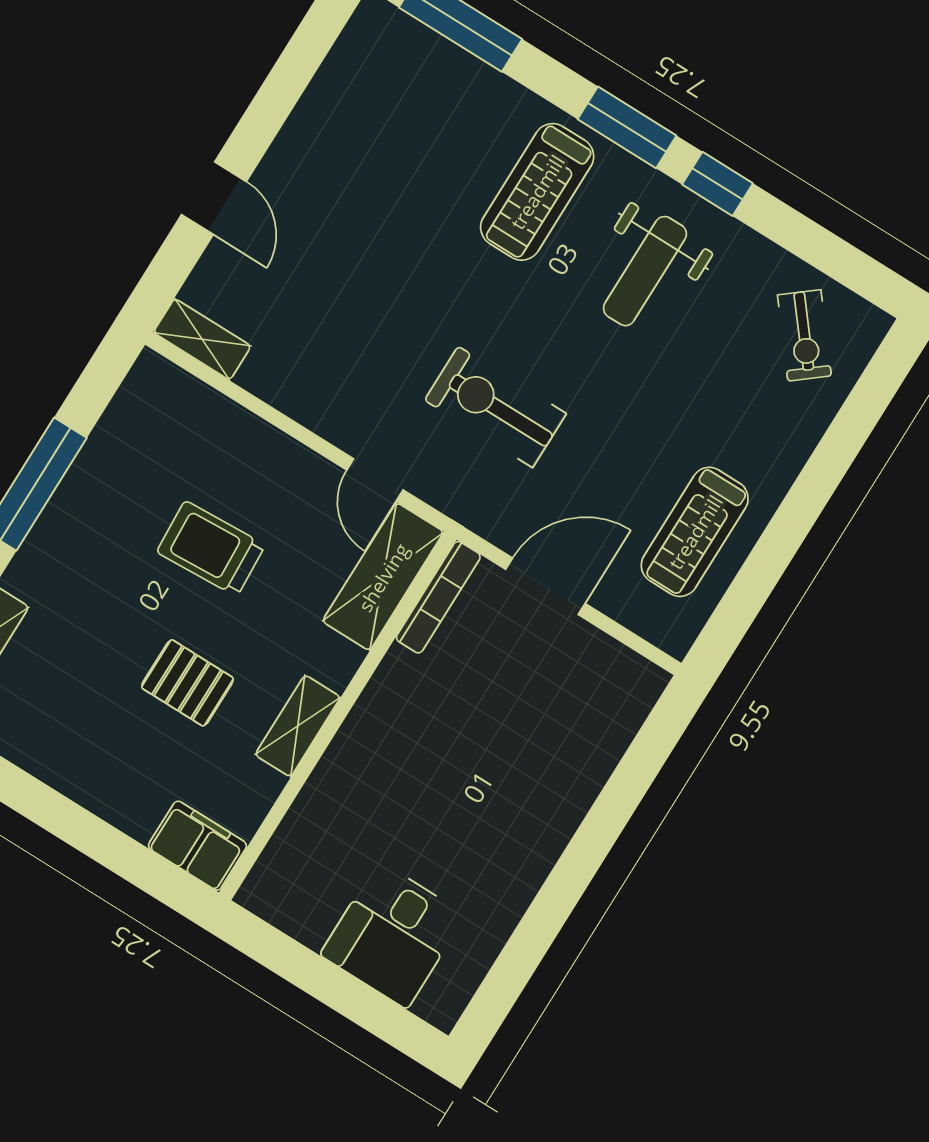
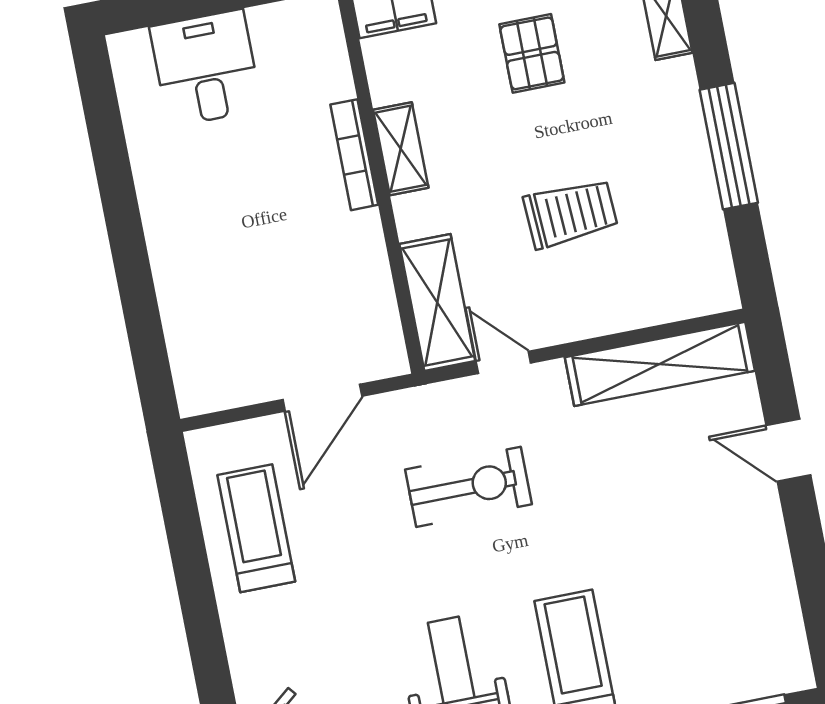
shelving: (202, 339) -> (660, 364), width x2.20, depth x1.33
bookcase: (438, 597) -> (354, 155), moved
pallet: (187, 683) -> (532, 53), moved, turned 90

